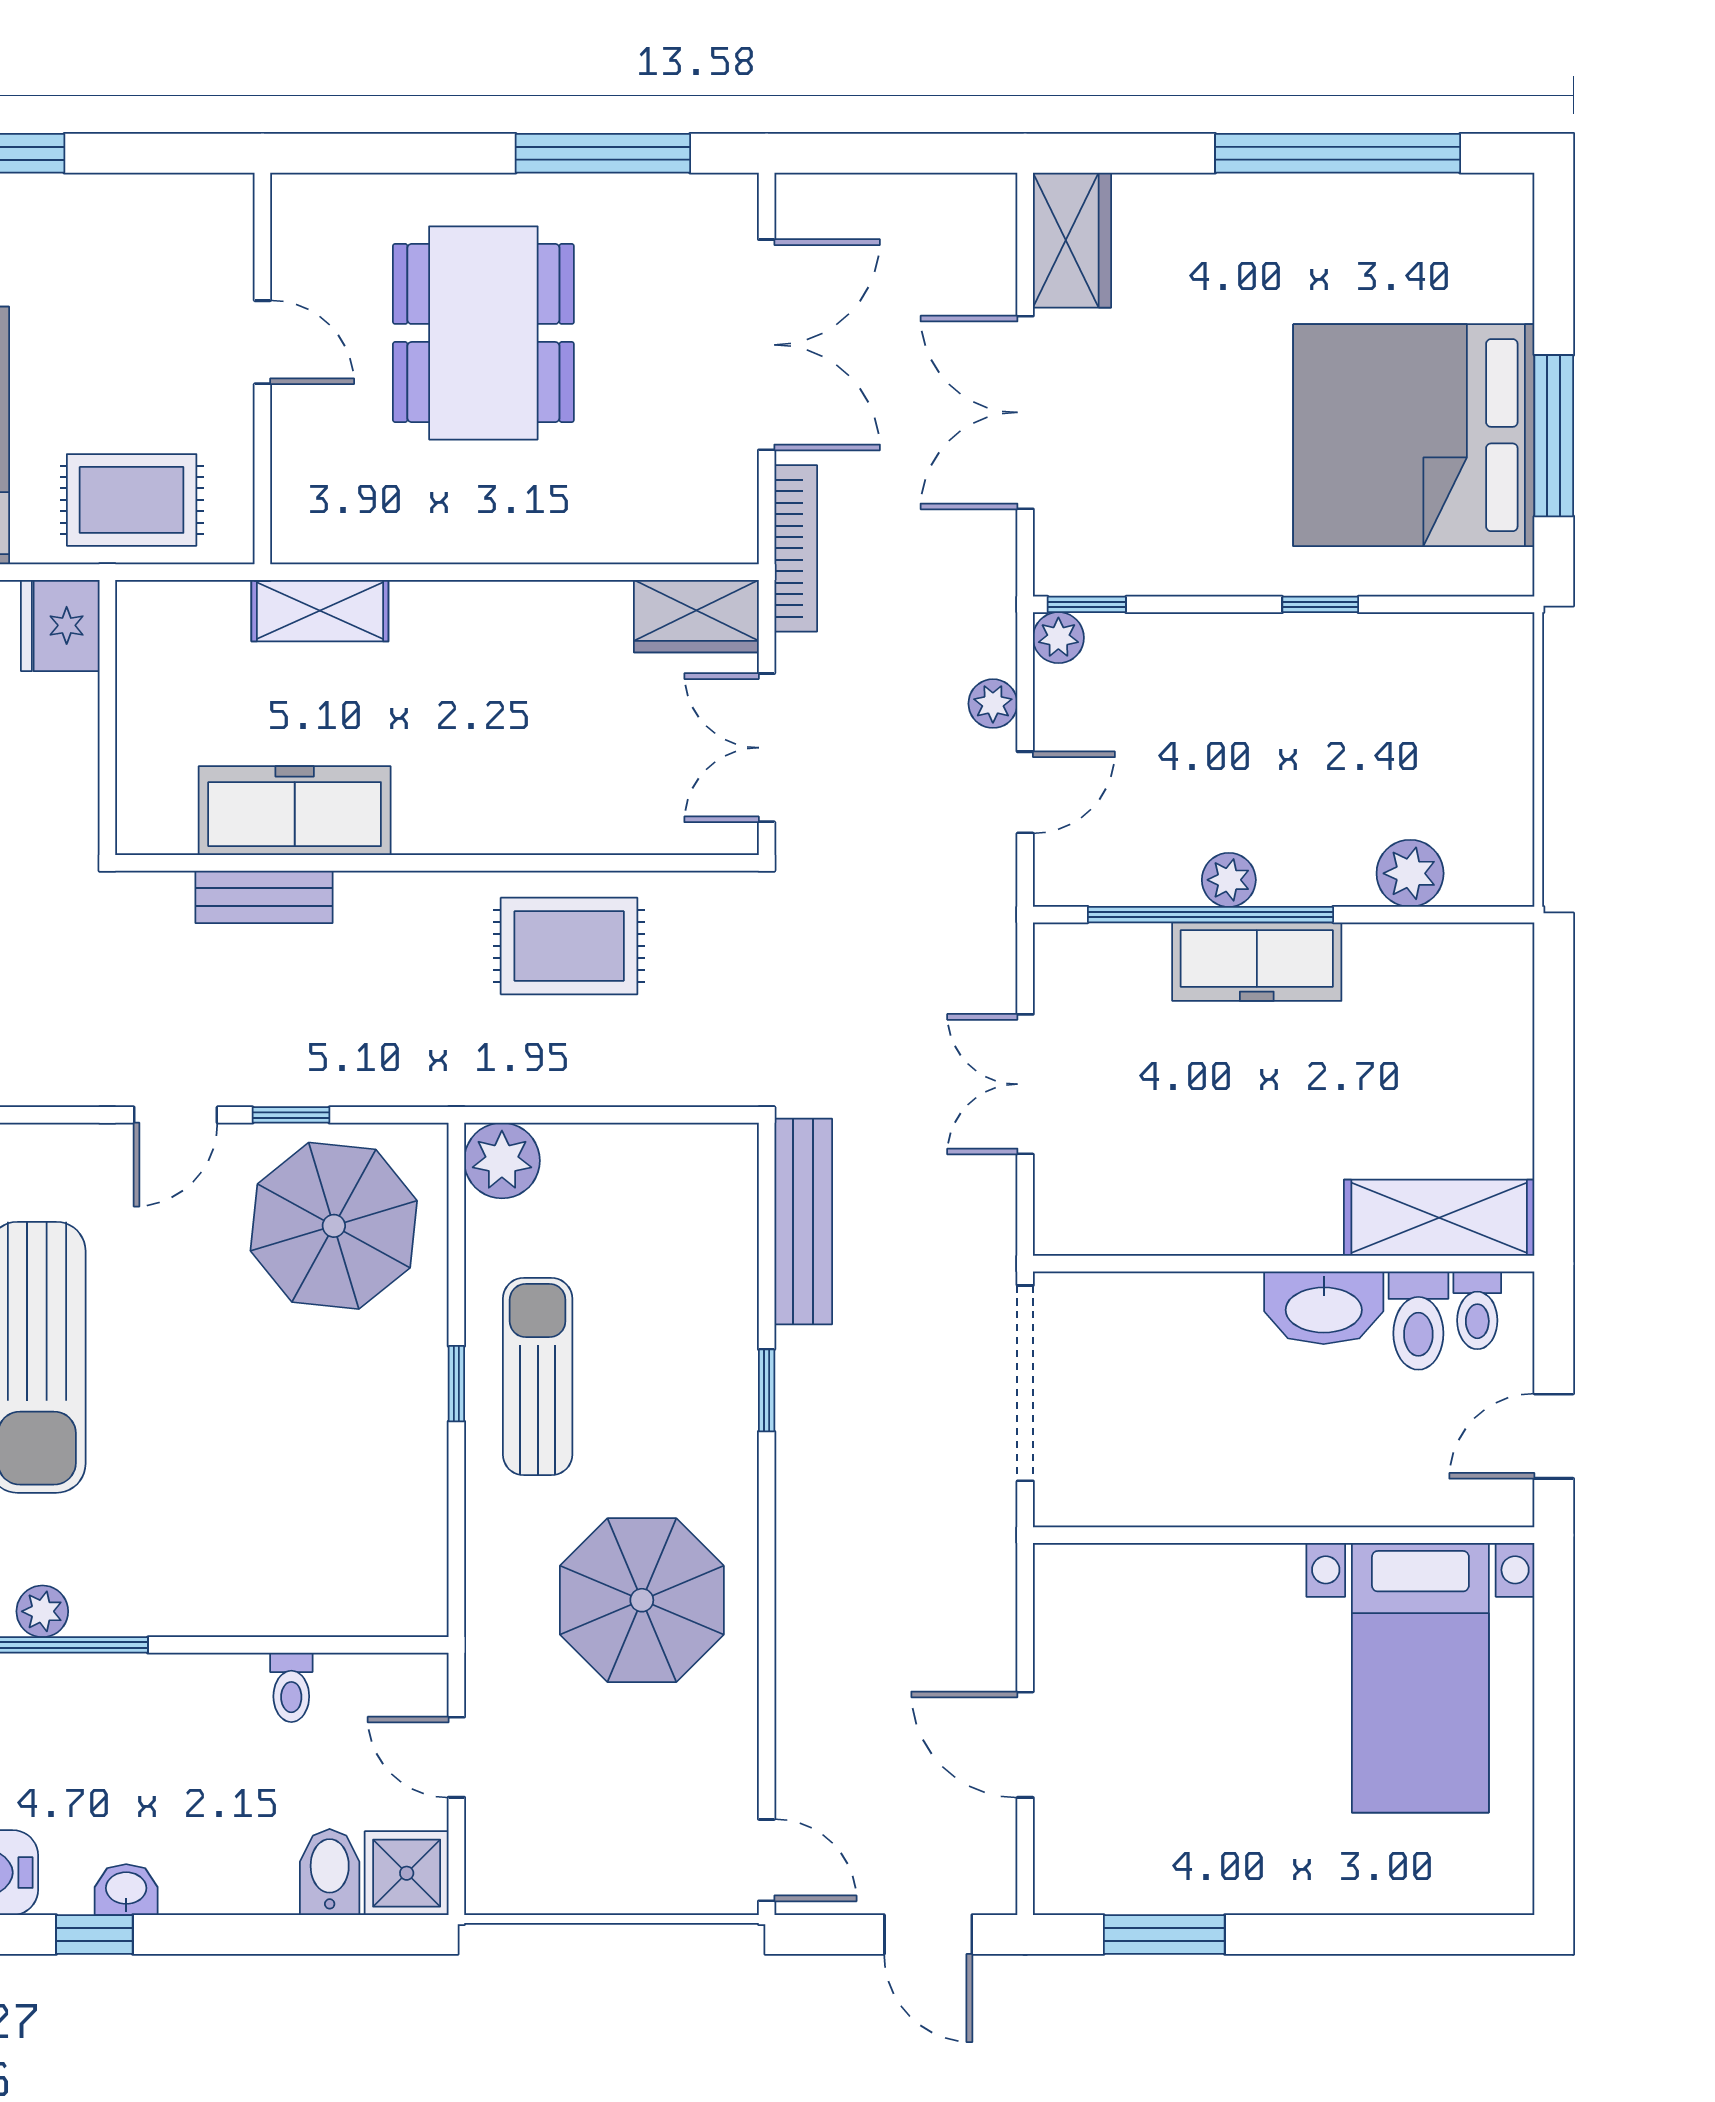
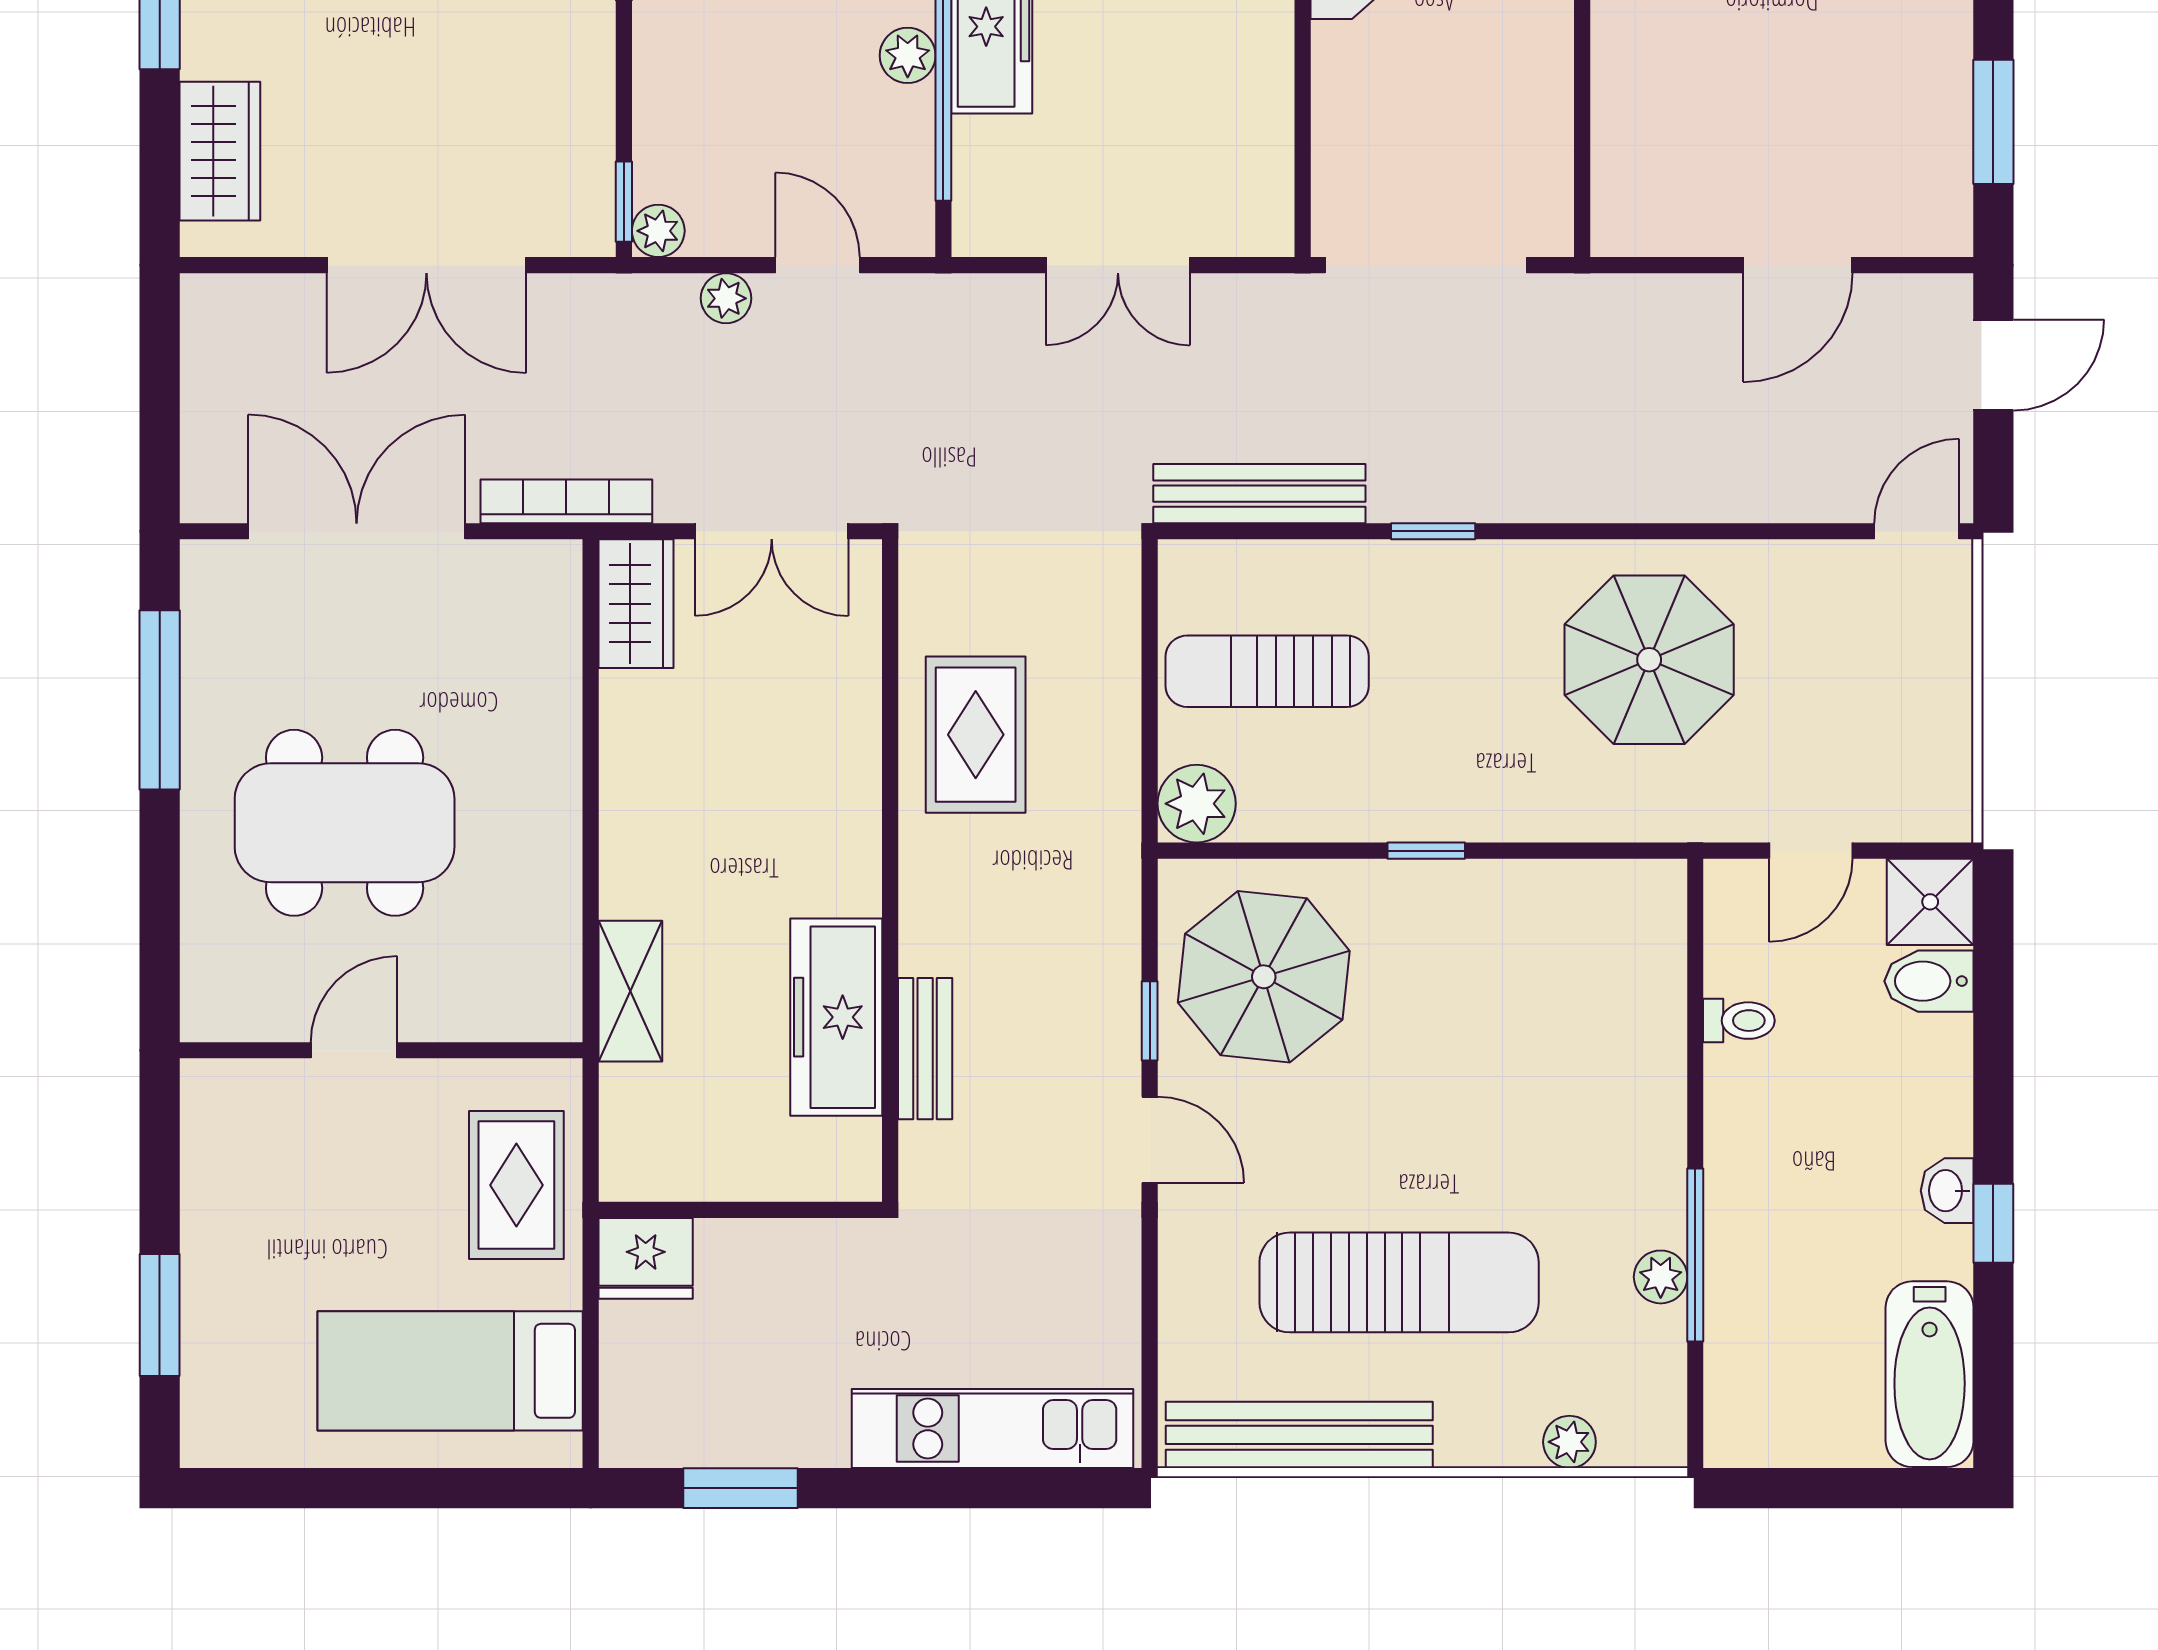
wardrobe: (1072, 240) -> (220, 151), moved, turned 90
sun lounger: (538, 1377) -> (1267, 671), moved

